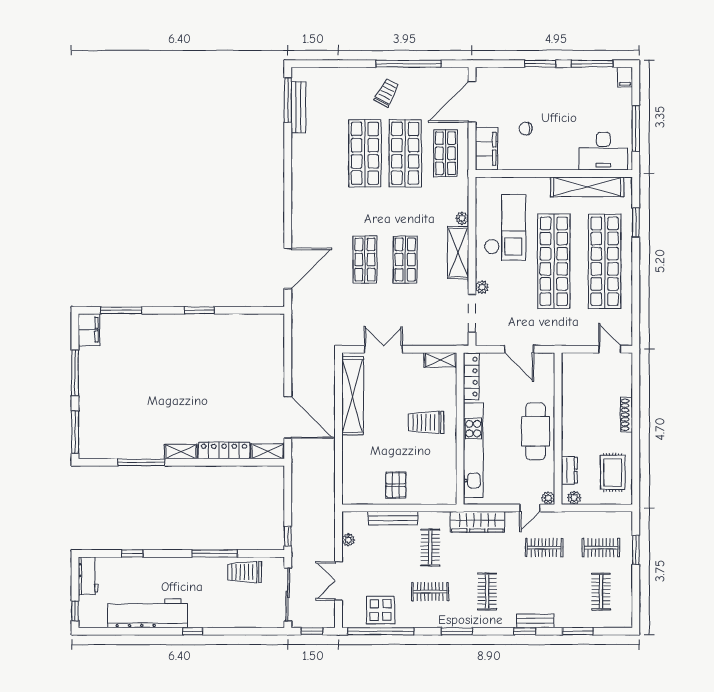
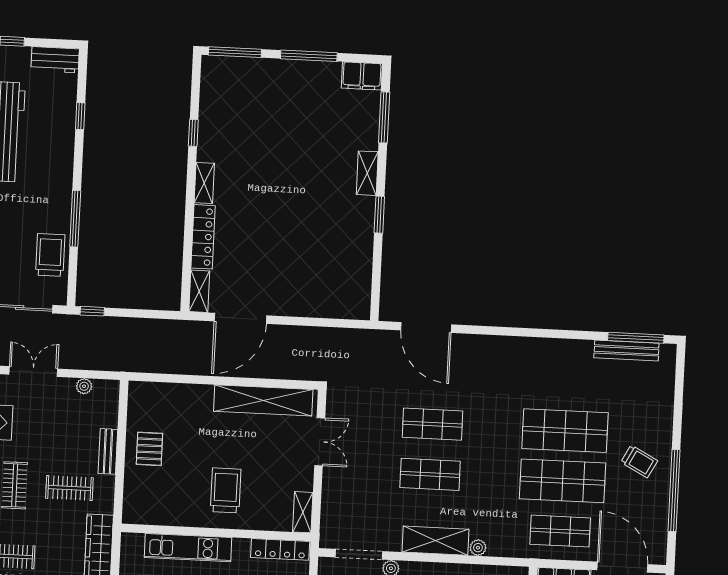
shelving: (167, 322) -> (367, 173), added
kitchen unit: (473, 450) -> (188, 548), width x0.73
window: (141, 462) -> (193, 133), width x0.46
pallet: (396, 485) -> (149, 449), turned 90
bench: (393, 518) -> (108, 451), width x0.73

